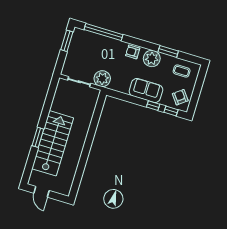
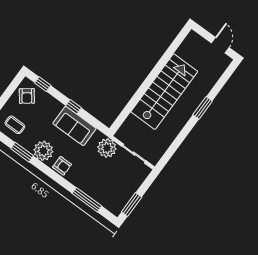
window: (104, 32) -> (87, 200), width x0.68
sofa: (146, 91) -> (74, 126), moved
window: (153, 106) -> (74, 107), moved
stairs: (53, 143) -> (164, 92), moved, turned 180

